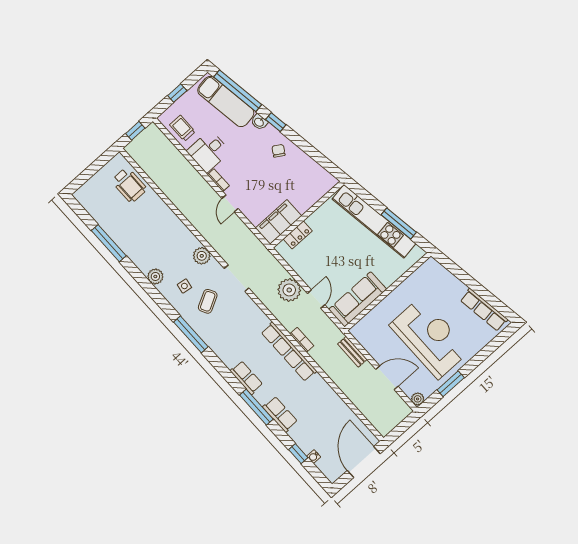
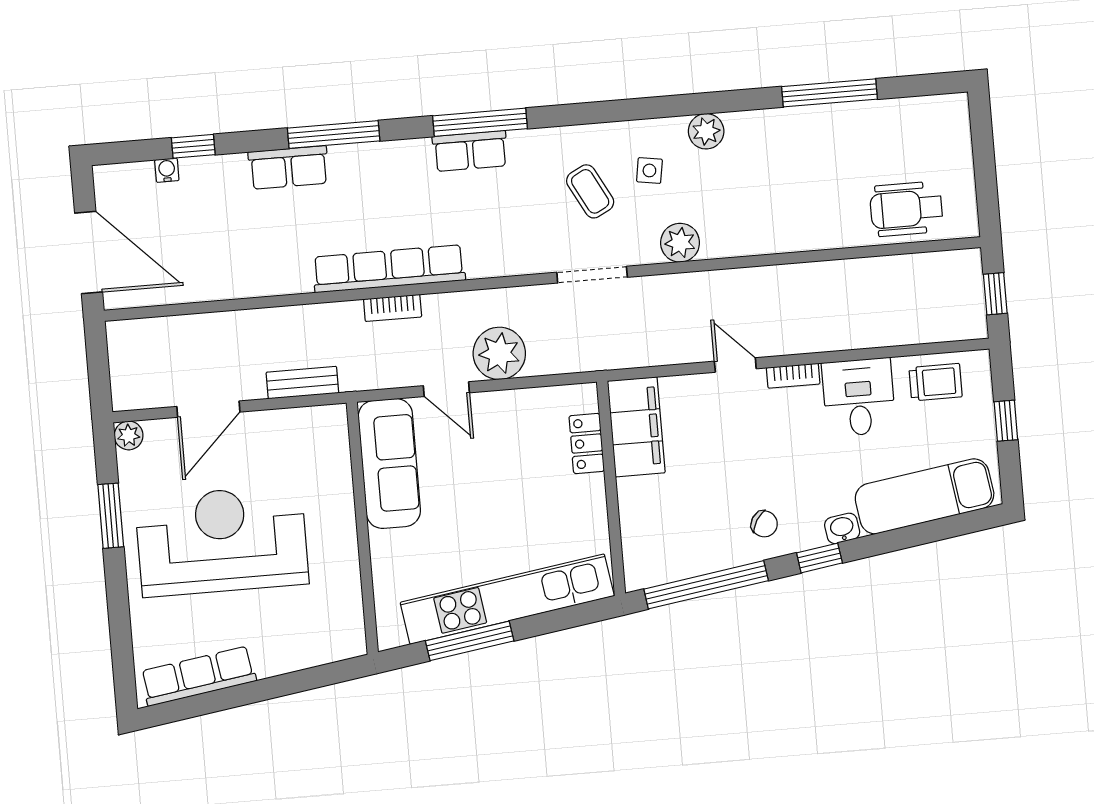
window: (238, 91) -> (706, 585), moved
window: (191, 334) -> (480, 122), moved
reception desk: (430, 338) -> (222, 541), turned 180
row of seats: (246, 378) -> (470, 151), moved

